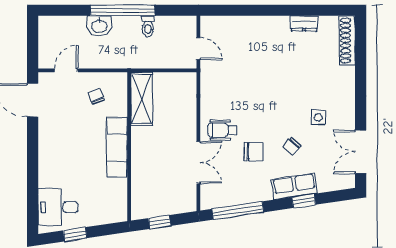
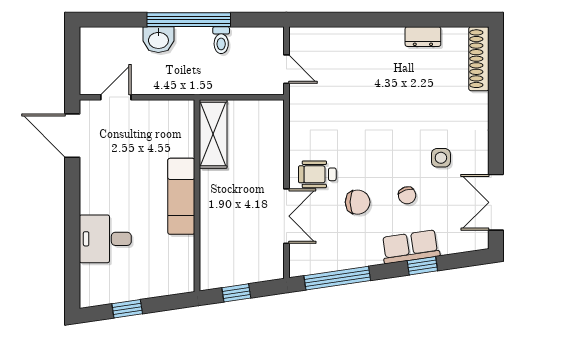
chair: (96, 96) -> (154, 130), removed
chair: (292, 146) -> (407, 195), turned -60
desk: (58, 207) -> (105, 239), moved

